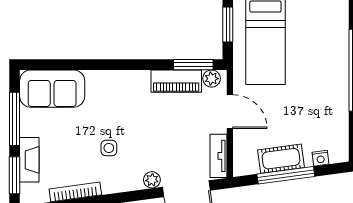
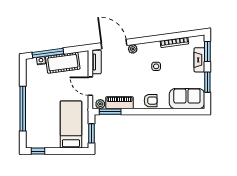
armchair: (119, 85) -> (151, 101), added
window: (15, 119) -> (207, 82), width x0.69
cot: (281, 159) -> (63, 63), width x1.37, depth x1.34
window: (286, 175) -> (48, 53), moved

